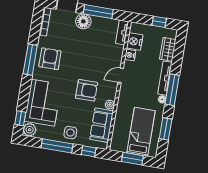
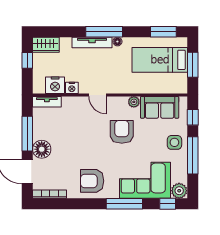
wardrobe: (168, 49) -> (46, 45), moved
window: (30, 60) -> (124, 204), moved
window: (166, 129) -> (163, 32), moved

